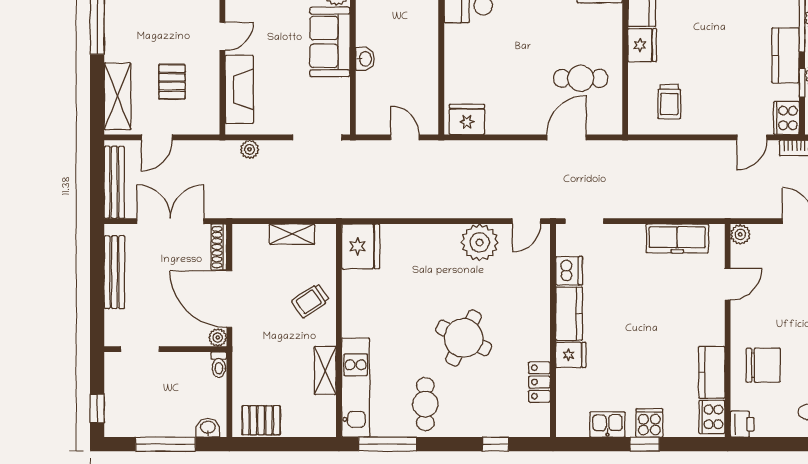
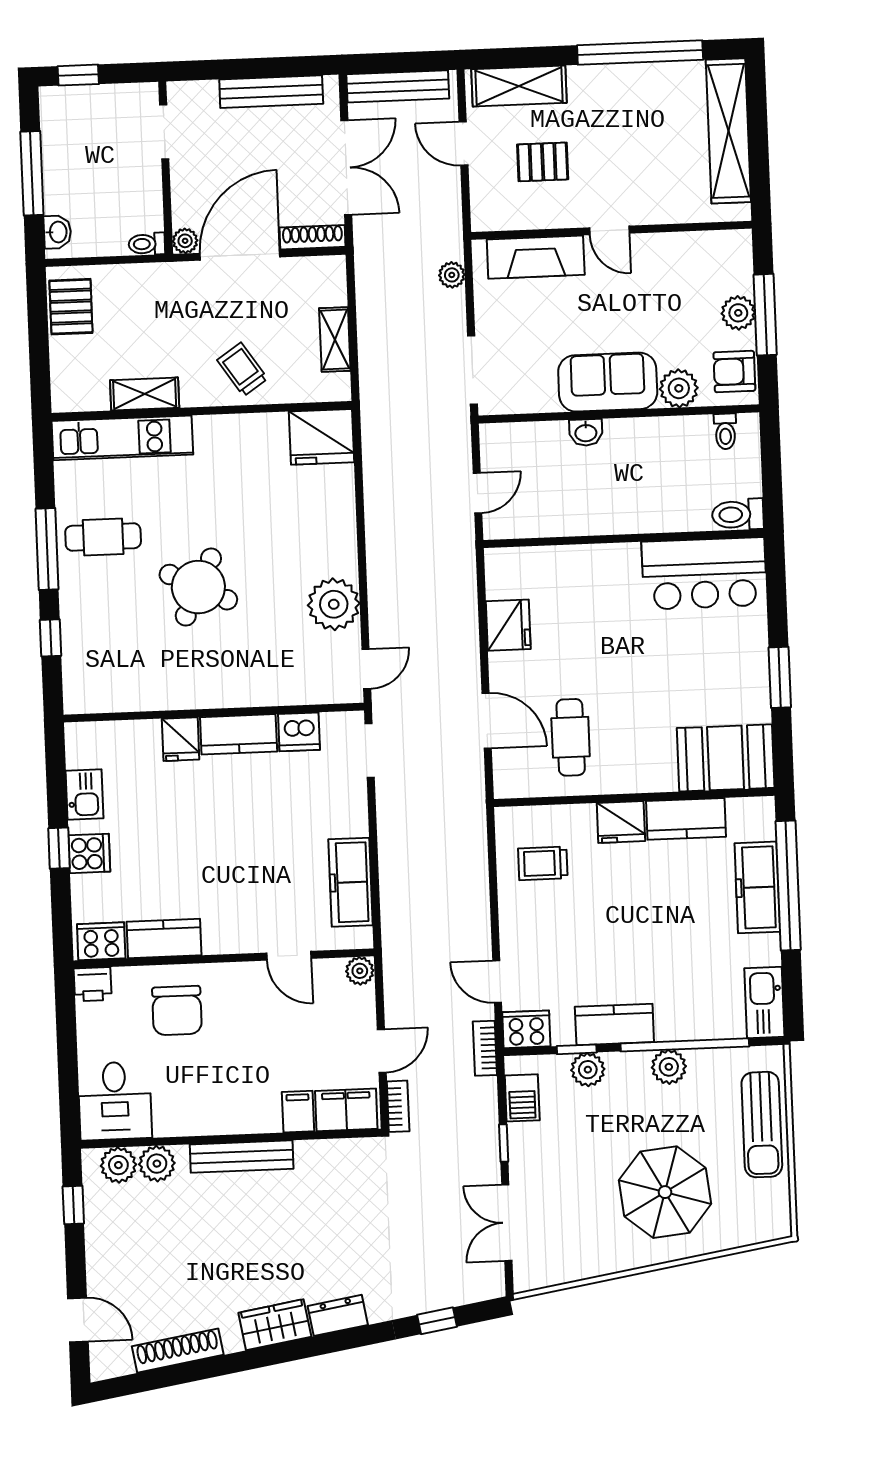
fridge: (467, 119) -> (508, 625), moved
door: (526, 221) -> (366, 669), swing flipped
locker: (539, 382) -> (141, 696), removed
window: (388, 444) -> (47, 549), moved

